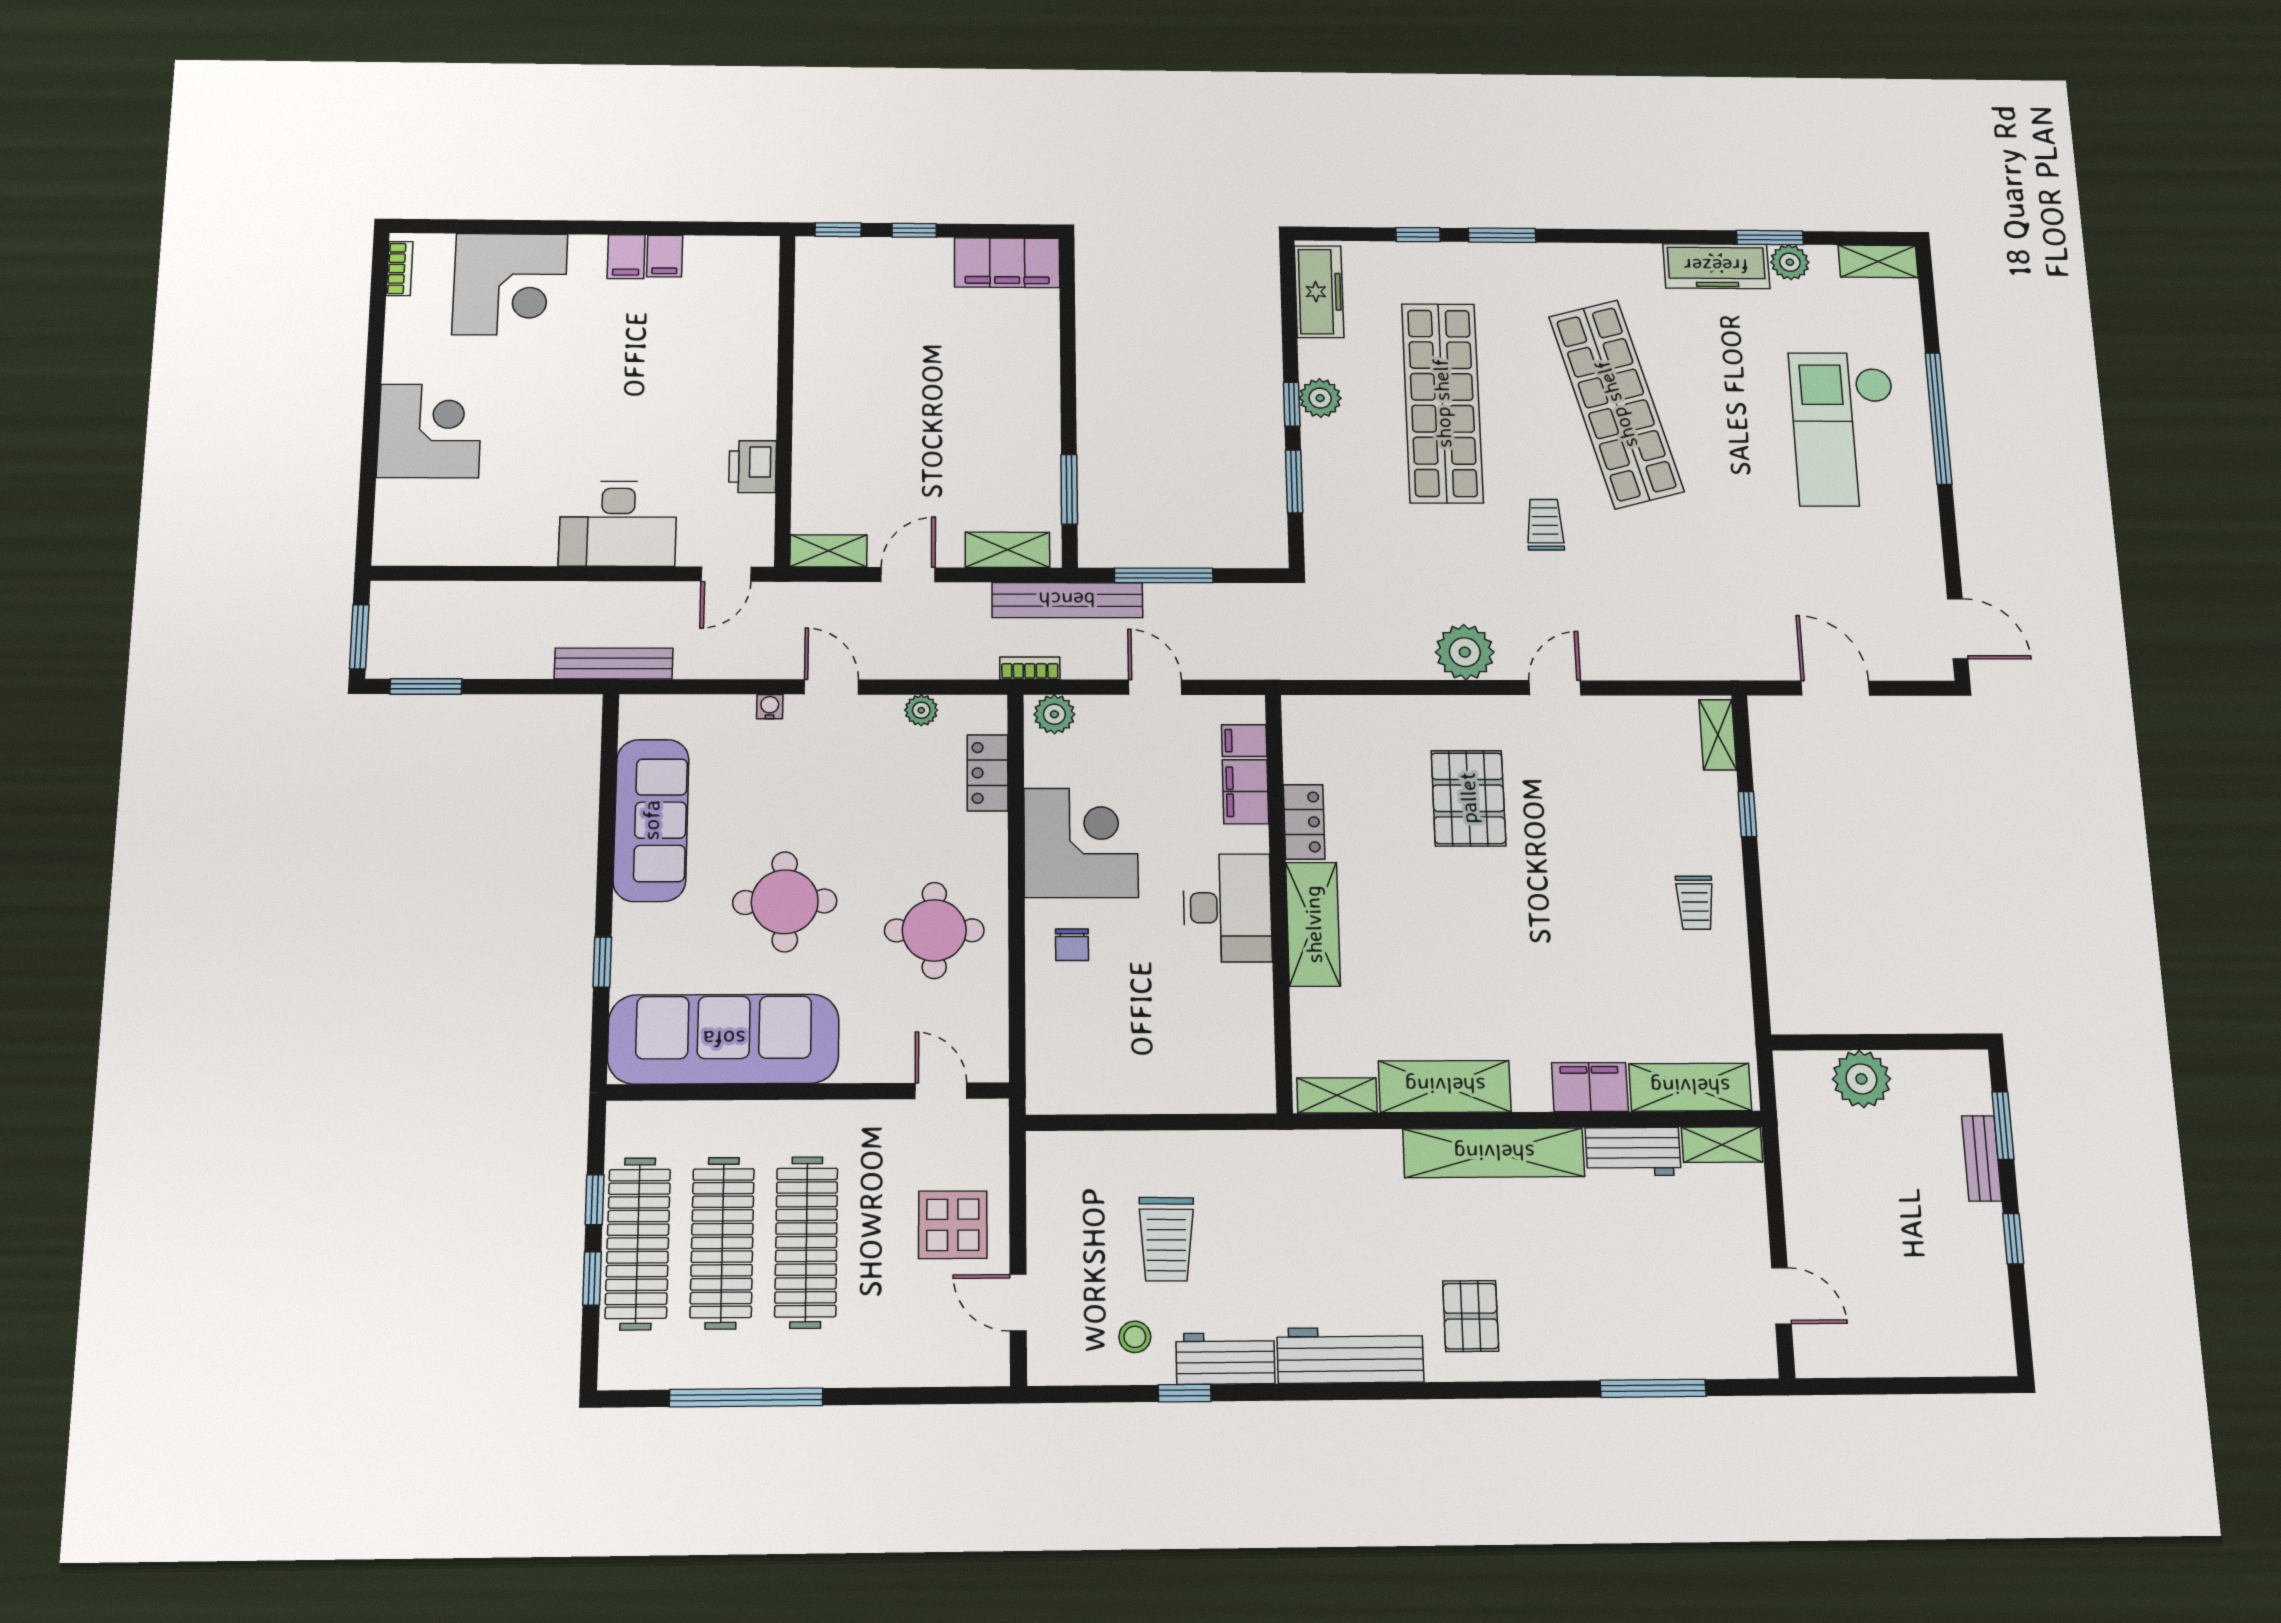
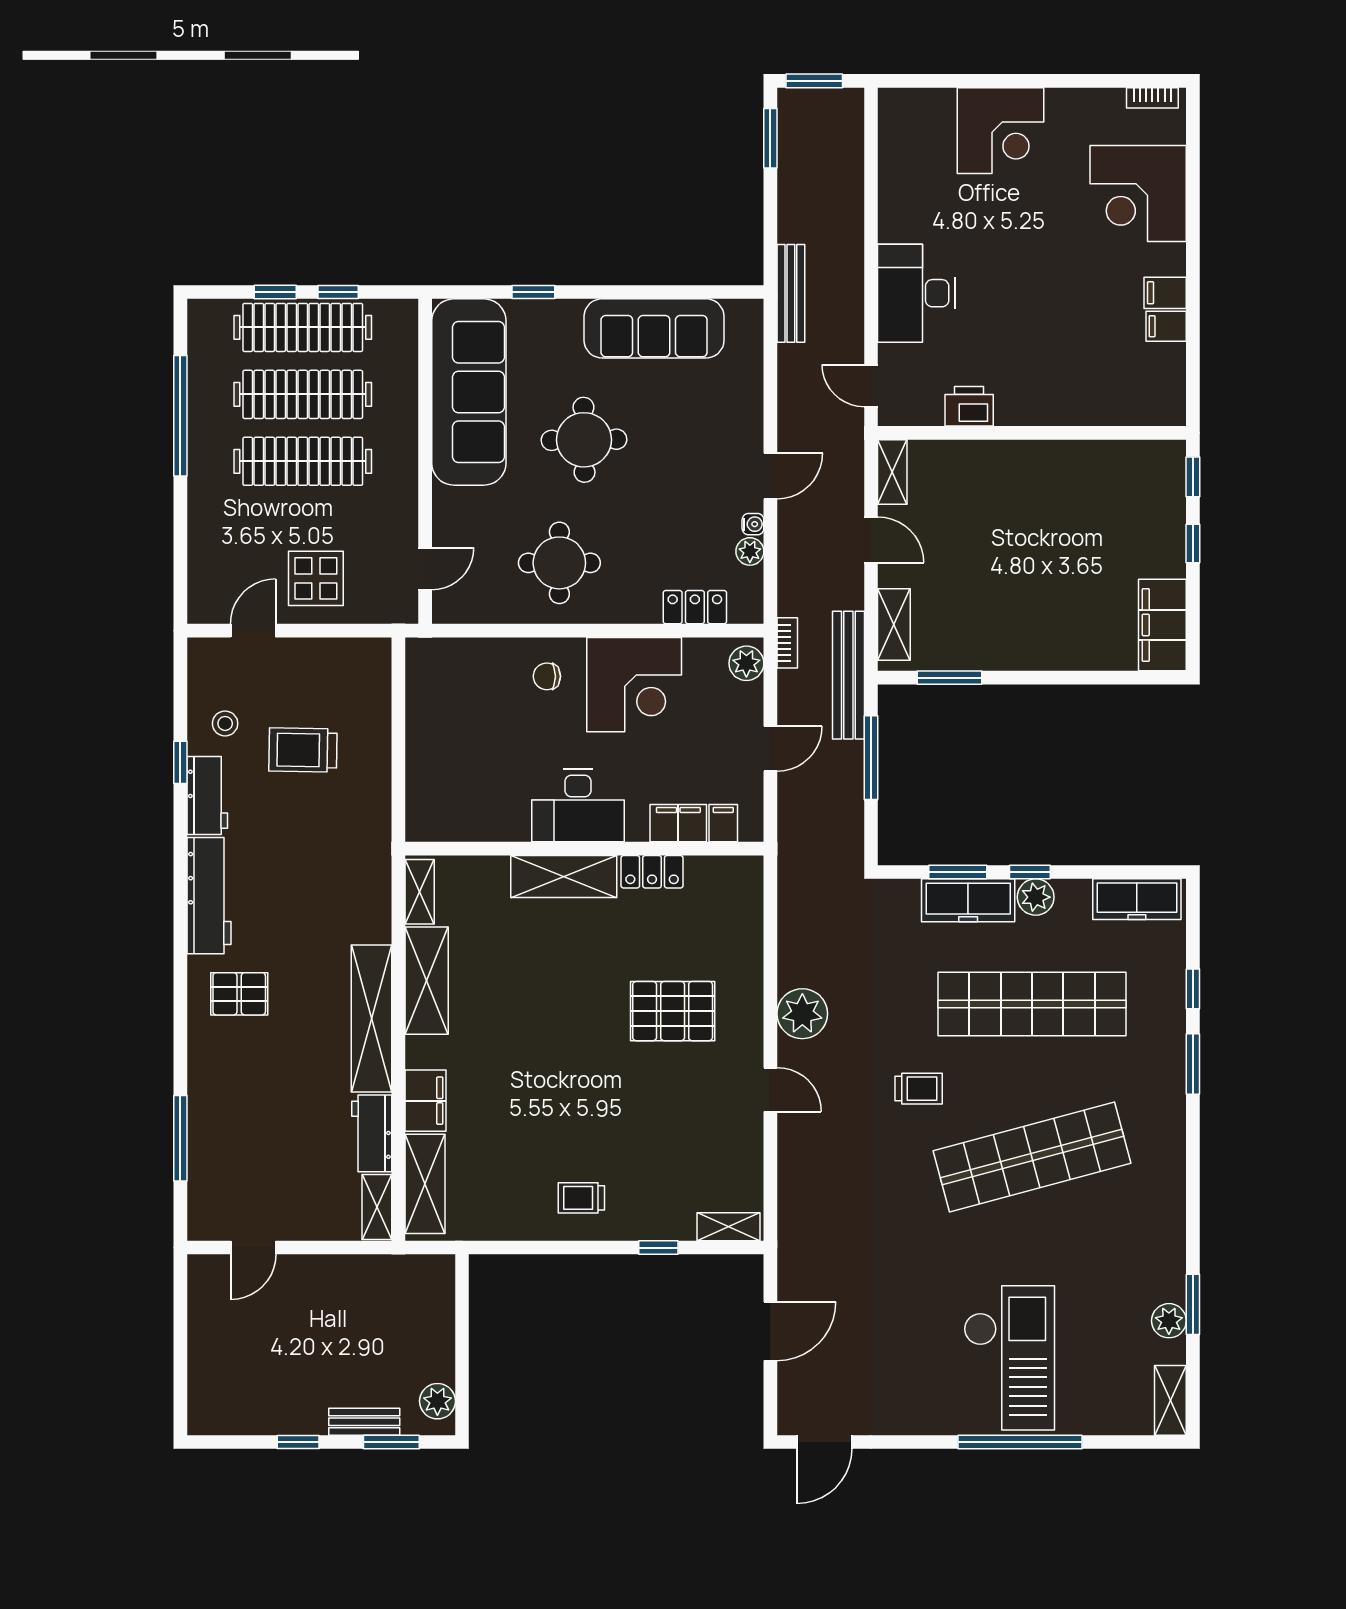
freezer: (1716, 266) -> (968, 900), moved, turned -90
checkout: (1845, 429) -> (1009, 1358), turned 90
water cooler: (770, 707) -> (753, 524), moved
plant: (1861, 1079) -> (437, 1401), moved, width x0.73, depth x0.73

